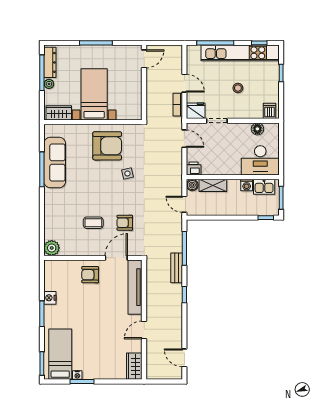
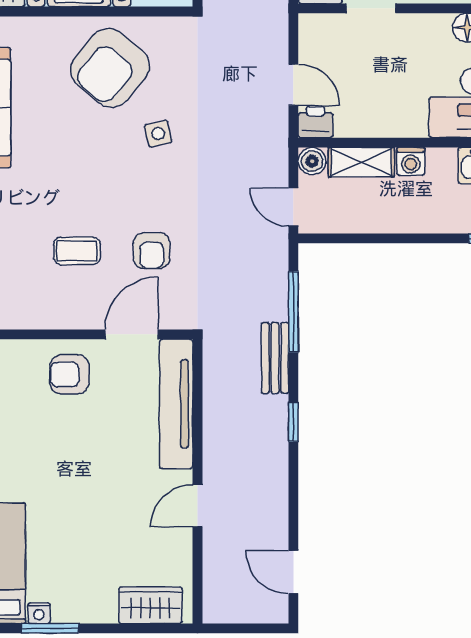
door: (184, 139) -> (293, 85), moved
armchair: (107, 146) -> (110, 68), turned 130
washing machine: (247, 185) -> (411, 161), moved
armchair: (125, 223) -> (152, 251), turned -90
wardrobe: (134, 366) -> (150, 605), moved, turned 90

